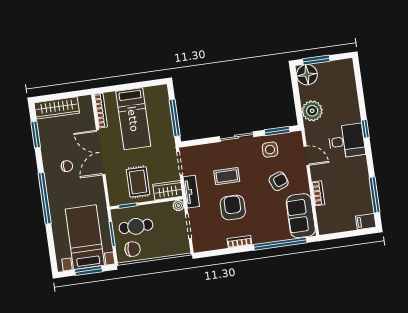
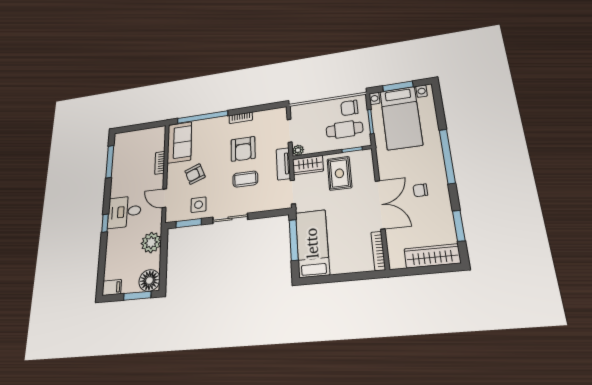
bed: (133, 119) -> (312, 243), moved
filing cabinet: (366, 222) -> (112, 287), moved

